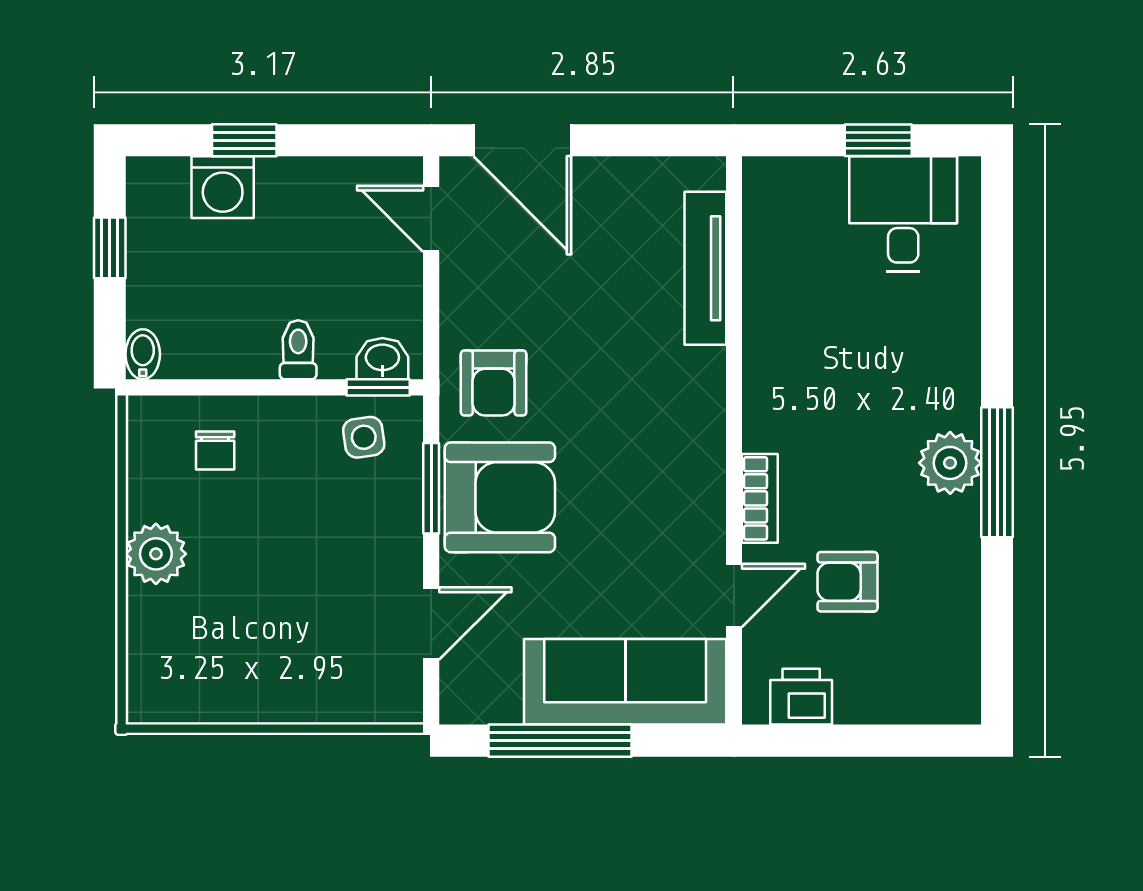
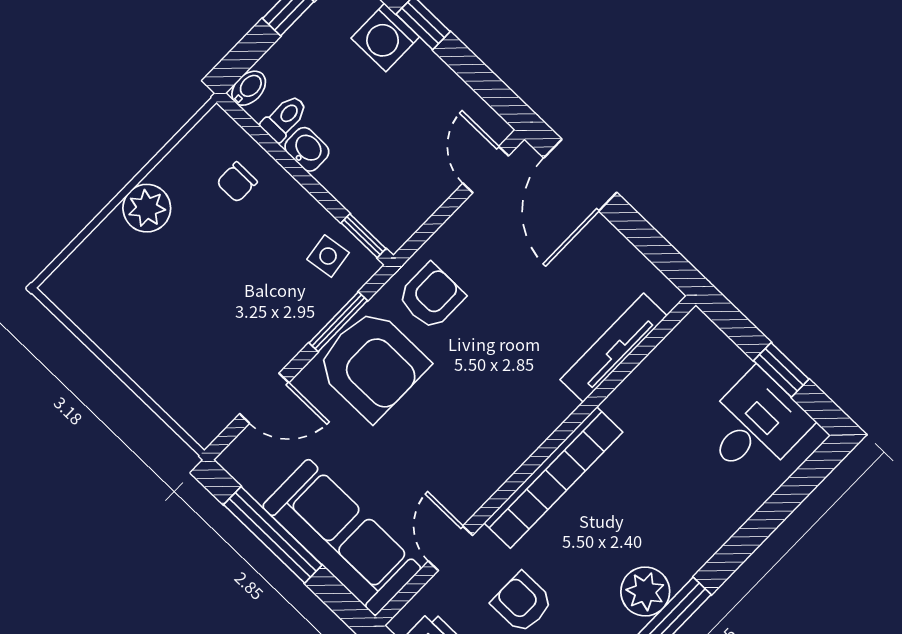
toilet: (298, 350) -> (285, 118), moved
washbasin: (382, 359) -> (307, 149), moved
armchair: (494, 383) -> (431, 296), turned 180
bookcase: (760, 498) -> (553, 477), width x2.31, depth x1.31
door: (734, 596) -> (451, 548), swing flipped

